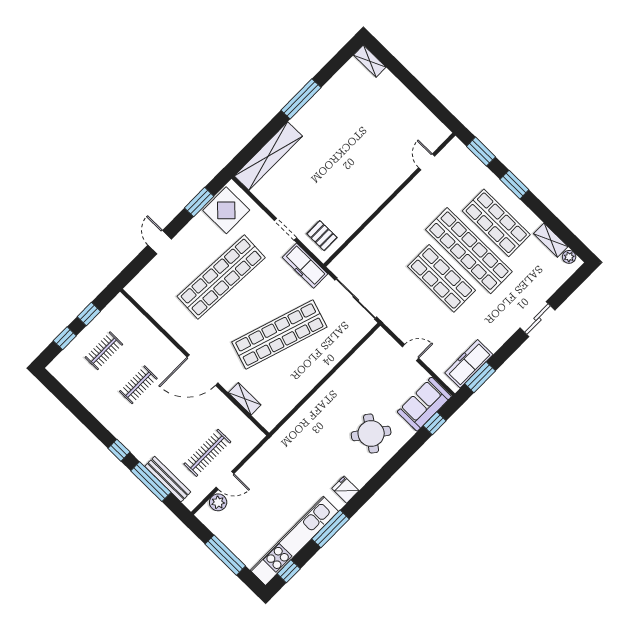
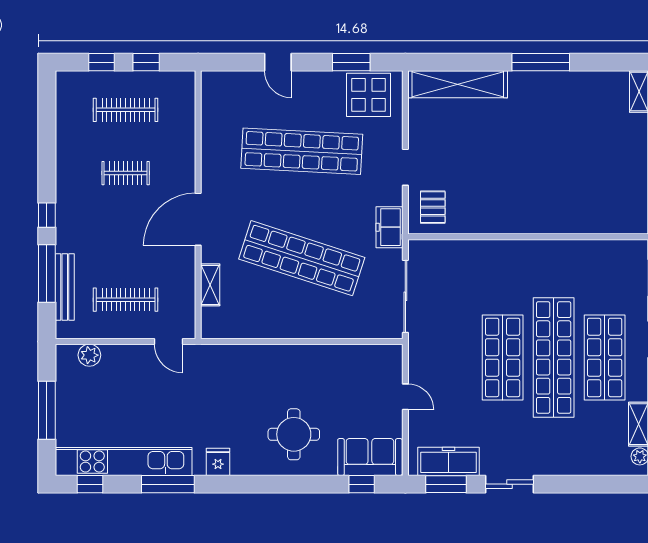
door: (427, 162) -> (597, 237), removed
door: (160, 242) -> (278, 62), swing flipped
freezer: (305, 266) -> (389, 227), width x0.71
sliding door: (537, 319) -> (509, 484), moved
clothes rail: (104, 351) -> (126, 110), width x1.36
door: (202, 370) -> (198, 219), hinge flipped
round table: (371, 434) -> (294, 434), turned -36
door: (225, 480) -> (169, 341), moved

